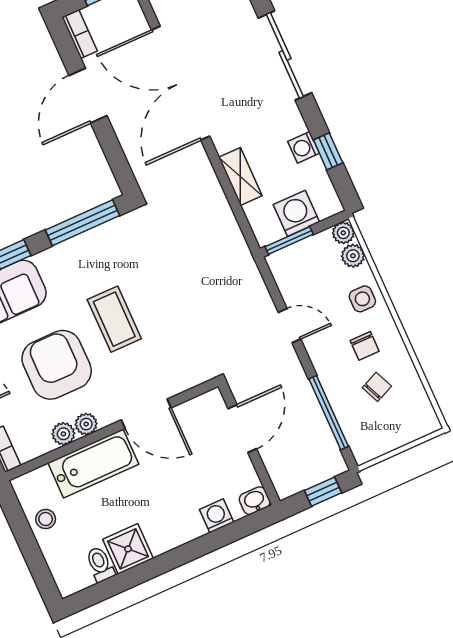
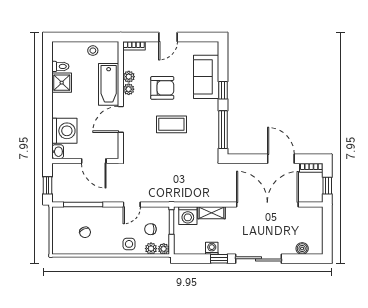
window: (328, 151) -> (219, 259), moved
washing machine: (296, 213) -> (188, 216), moved, turned 90
chair: (365, 346) -> (150, 229), moved
armchair: (57, 365) -> (162, 88), width x0.73, depth x0.73
washing machine: (217, 516) -> (64, 131), width x1.89, depth x1.89

